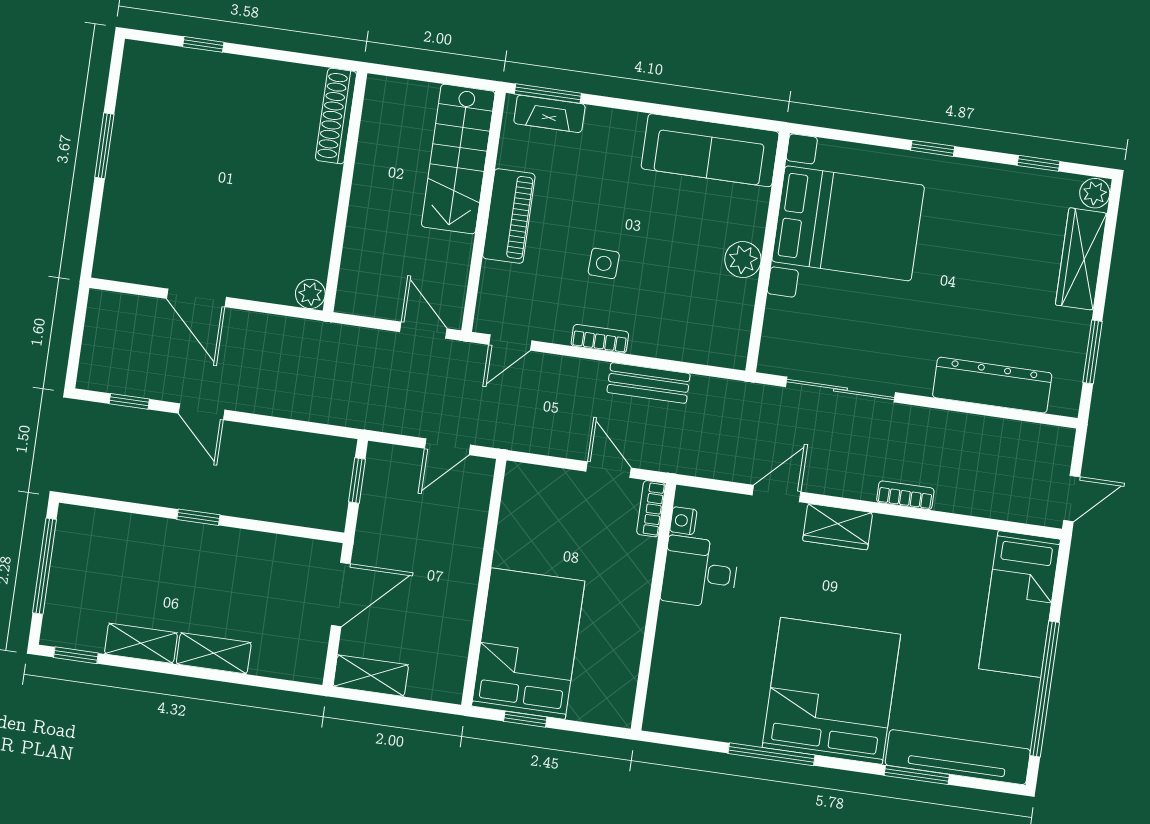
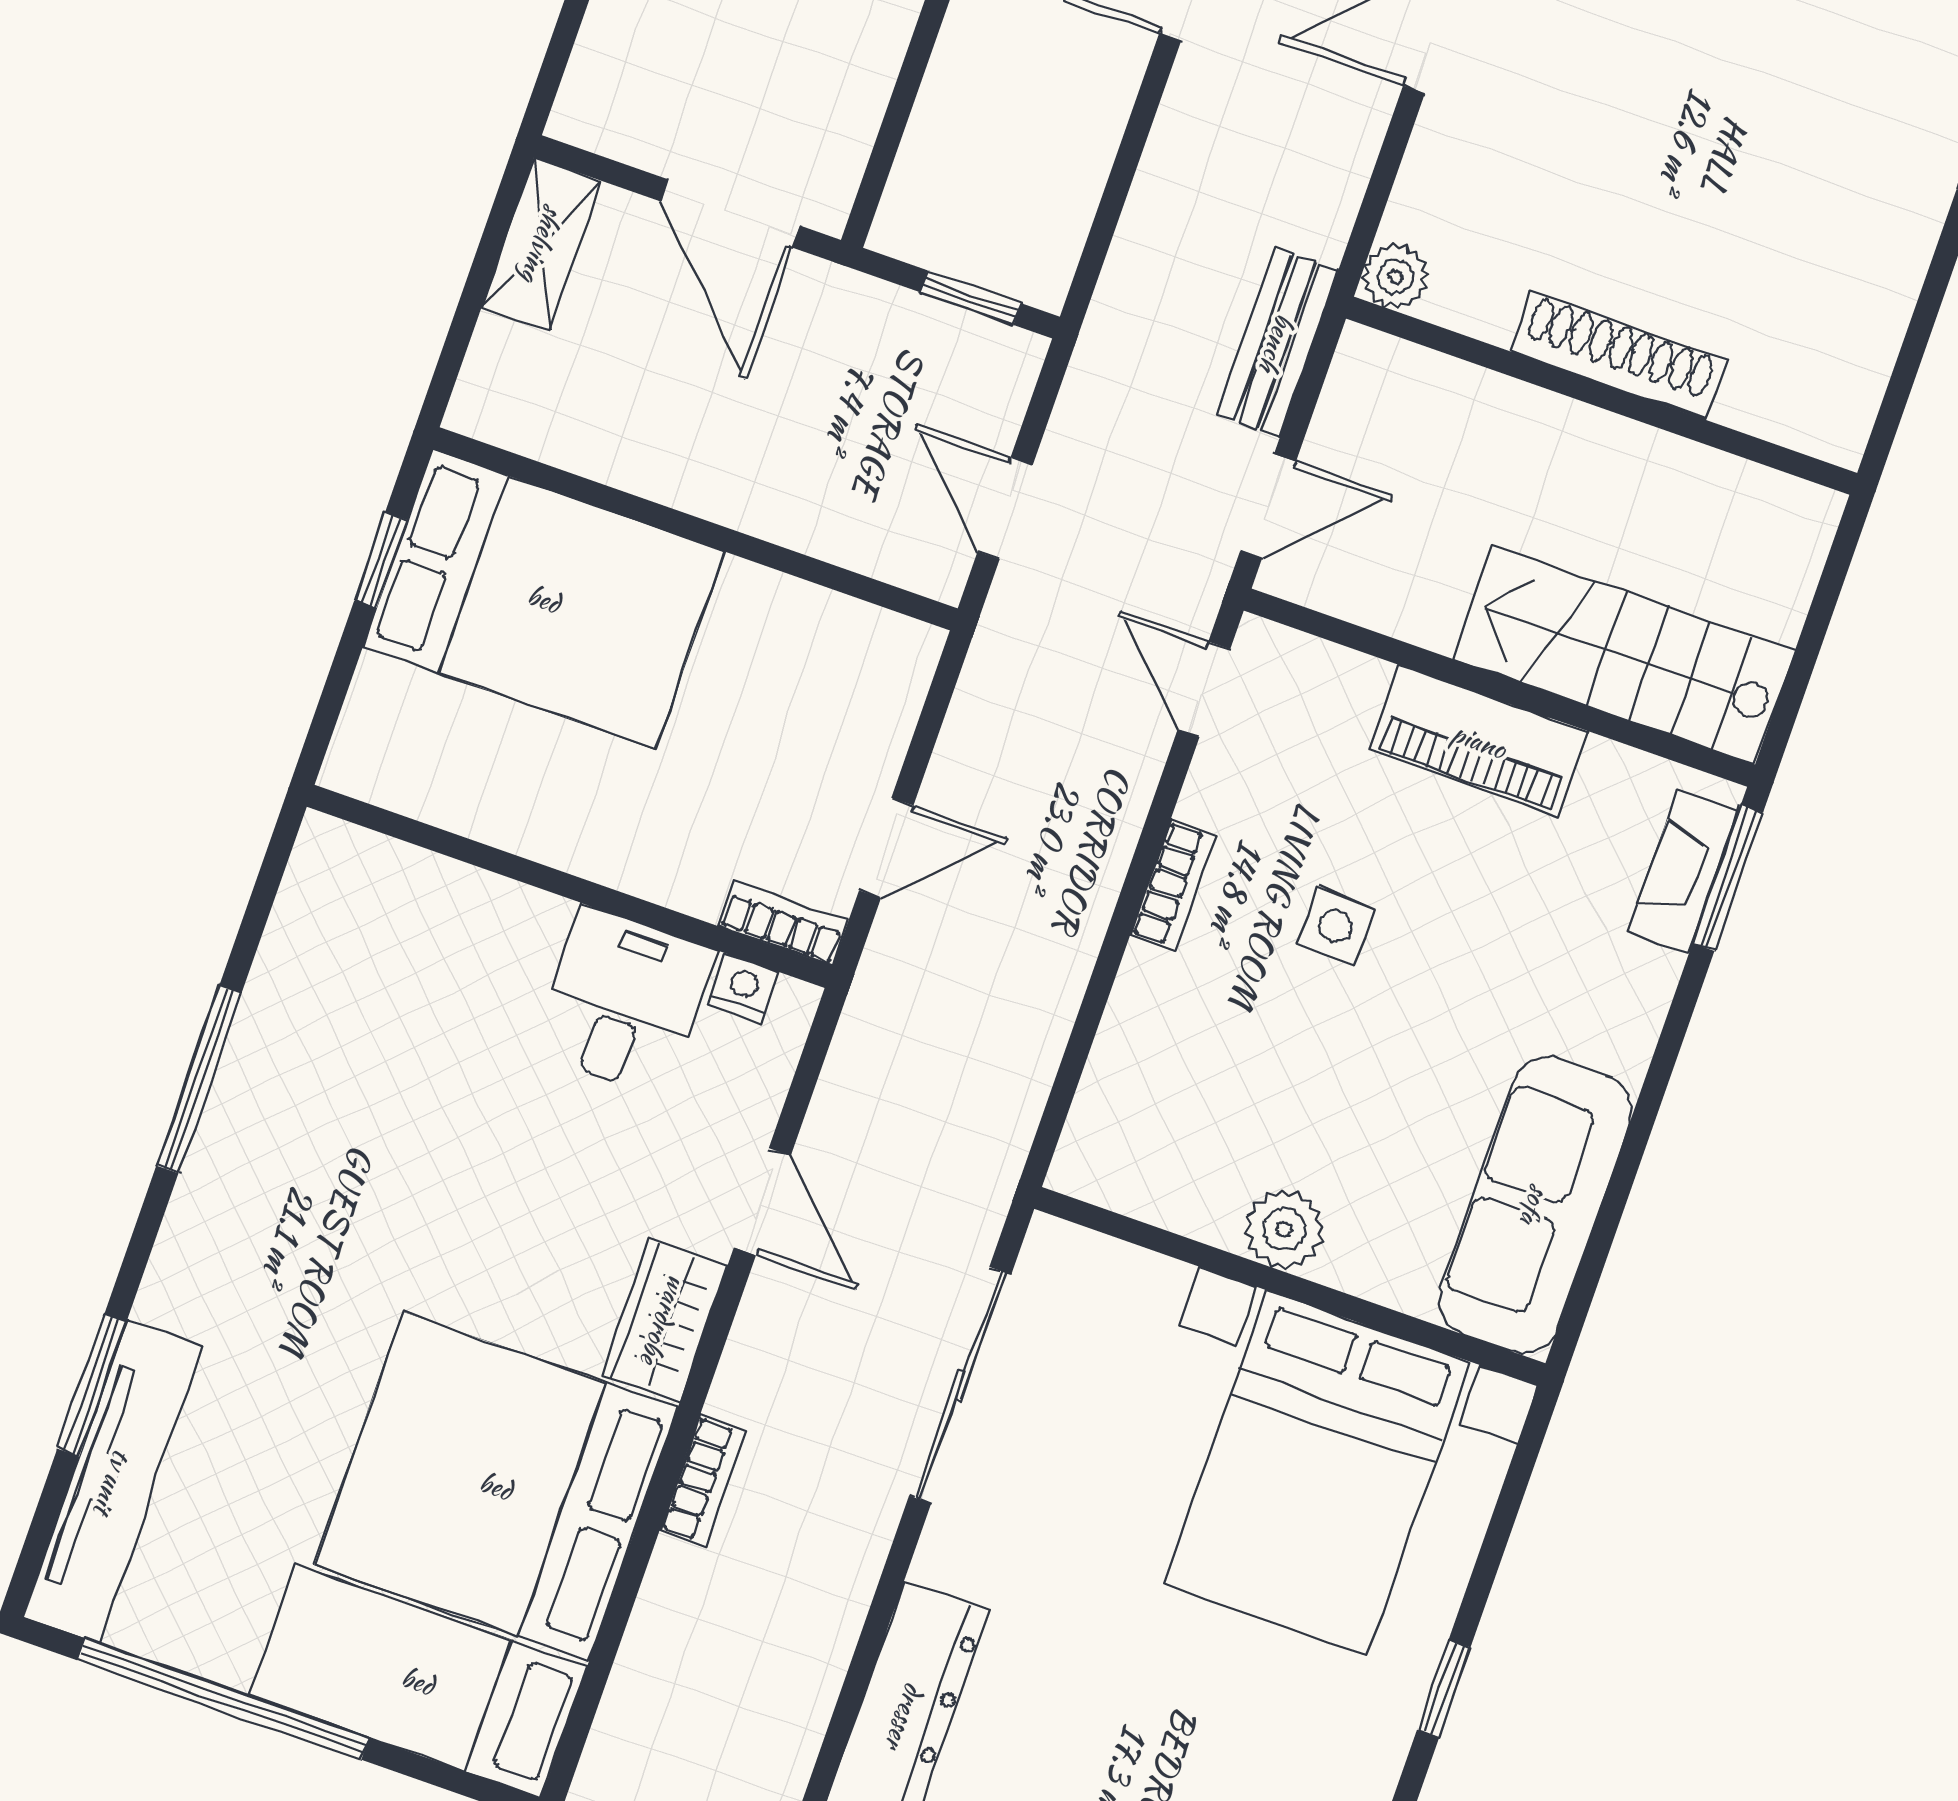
shoe rack: (336, 116) -> (1618, 355), moved
bench: (649, 383) -> (1277, 343), moved
bed: (831, 691) -> (496, 1486), moved, turned 180

